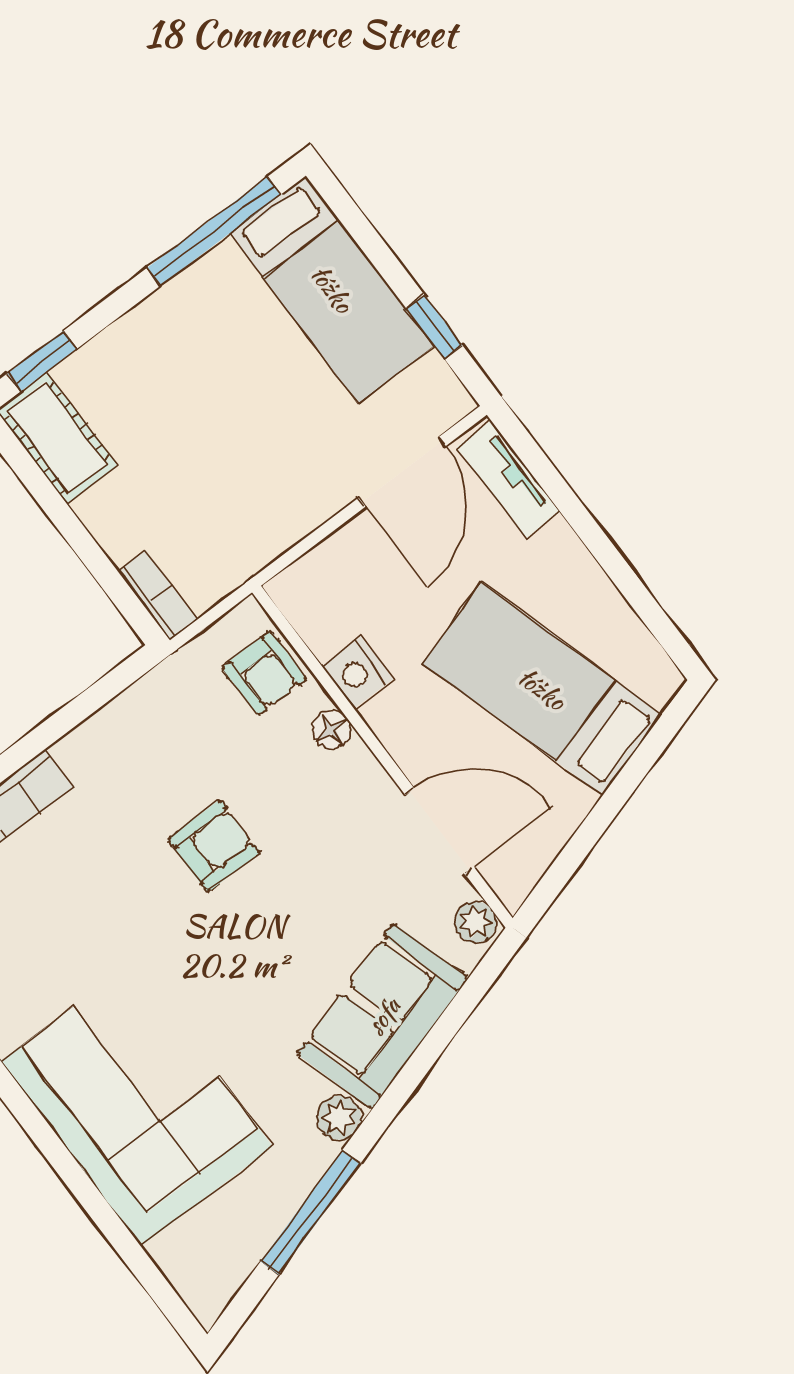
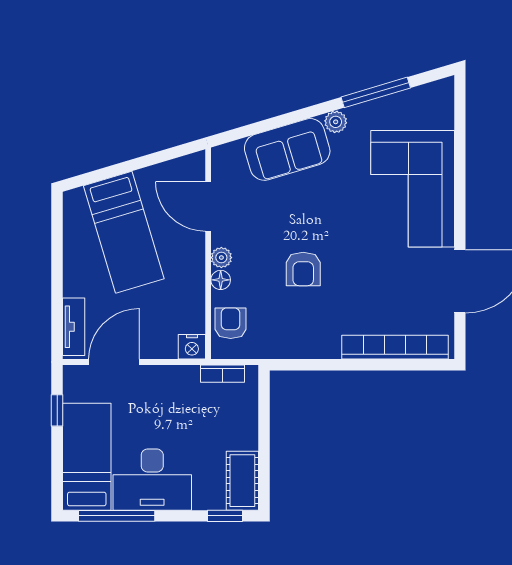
desk: (201, 331) -> (152, 480), added
bookcase: (158, 595) -> (222, 374), moved, turned -90
nightstand: (357, 673) -> (192, 347), moved, turned 90
armchair: (214, 846) -> (303, 269), turned -90
plant: (476, 922) -> (221, 258), moved

